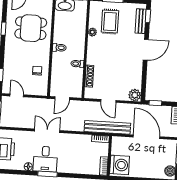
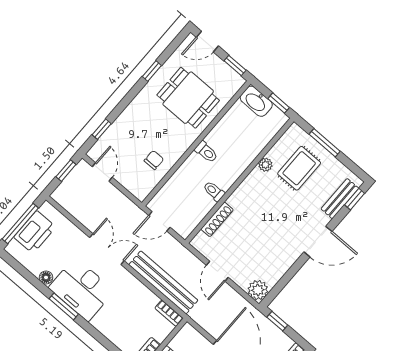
bench: (107, 127) -> (163, 282), moved
desk: (45, 159) -> (82, 289), width x1.37

